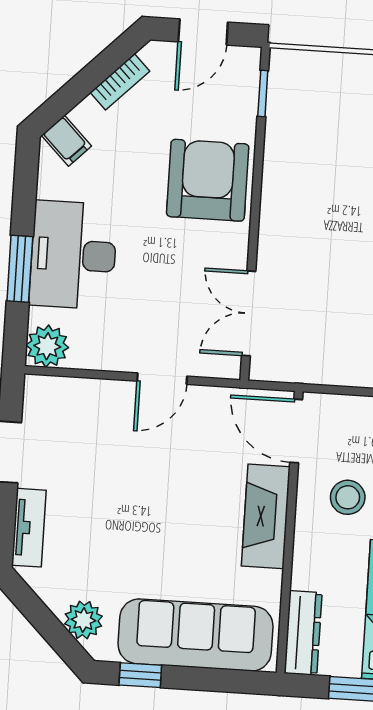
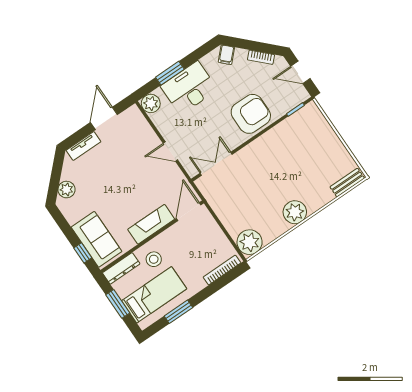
stool: (348, 497) -> (154, 259), moved
sofa: (195, 635) -> (97, 239), width x0.73
window: (140, 675) -> (83, 253), moved

